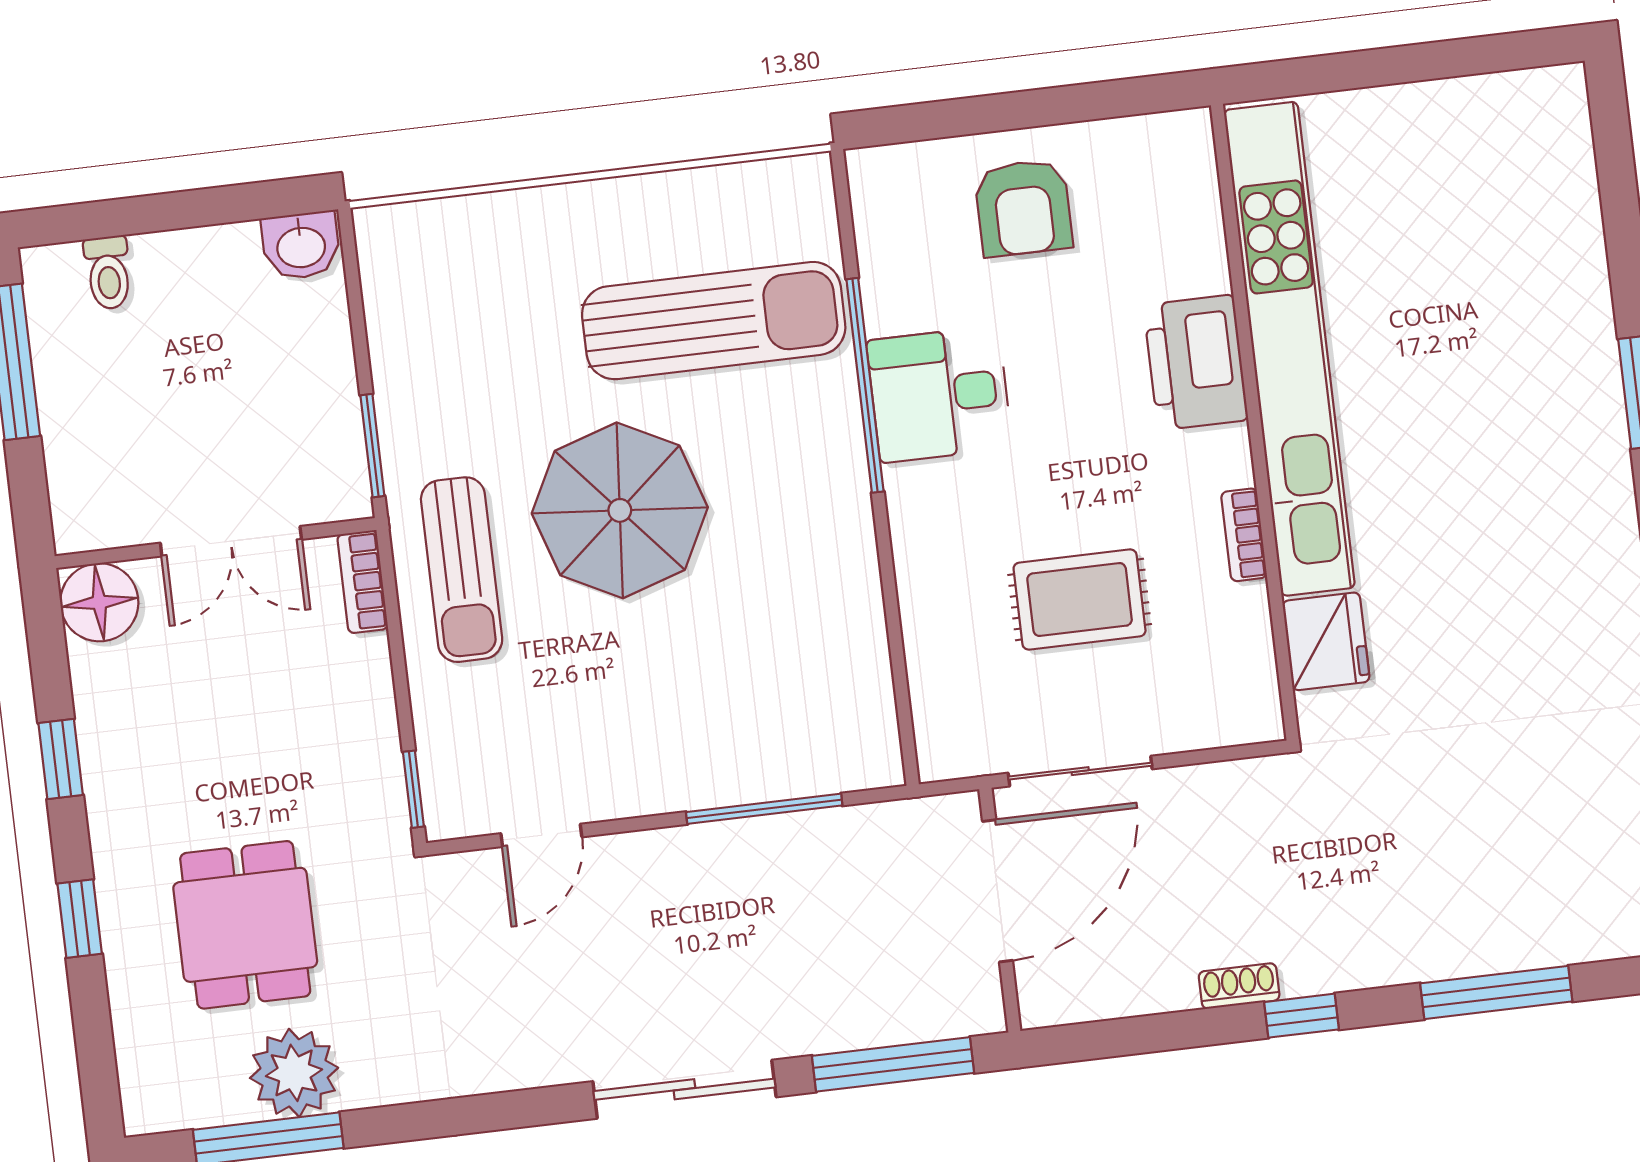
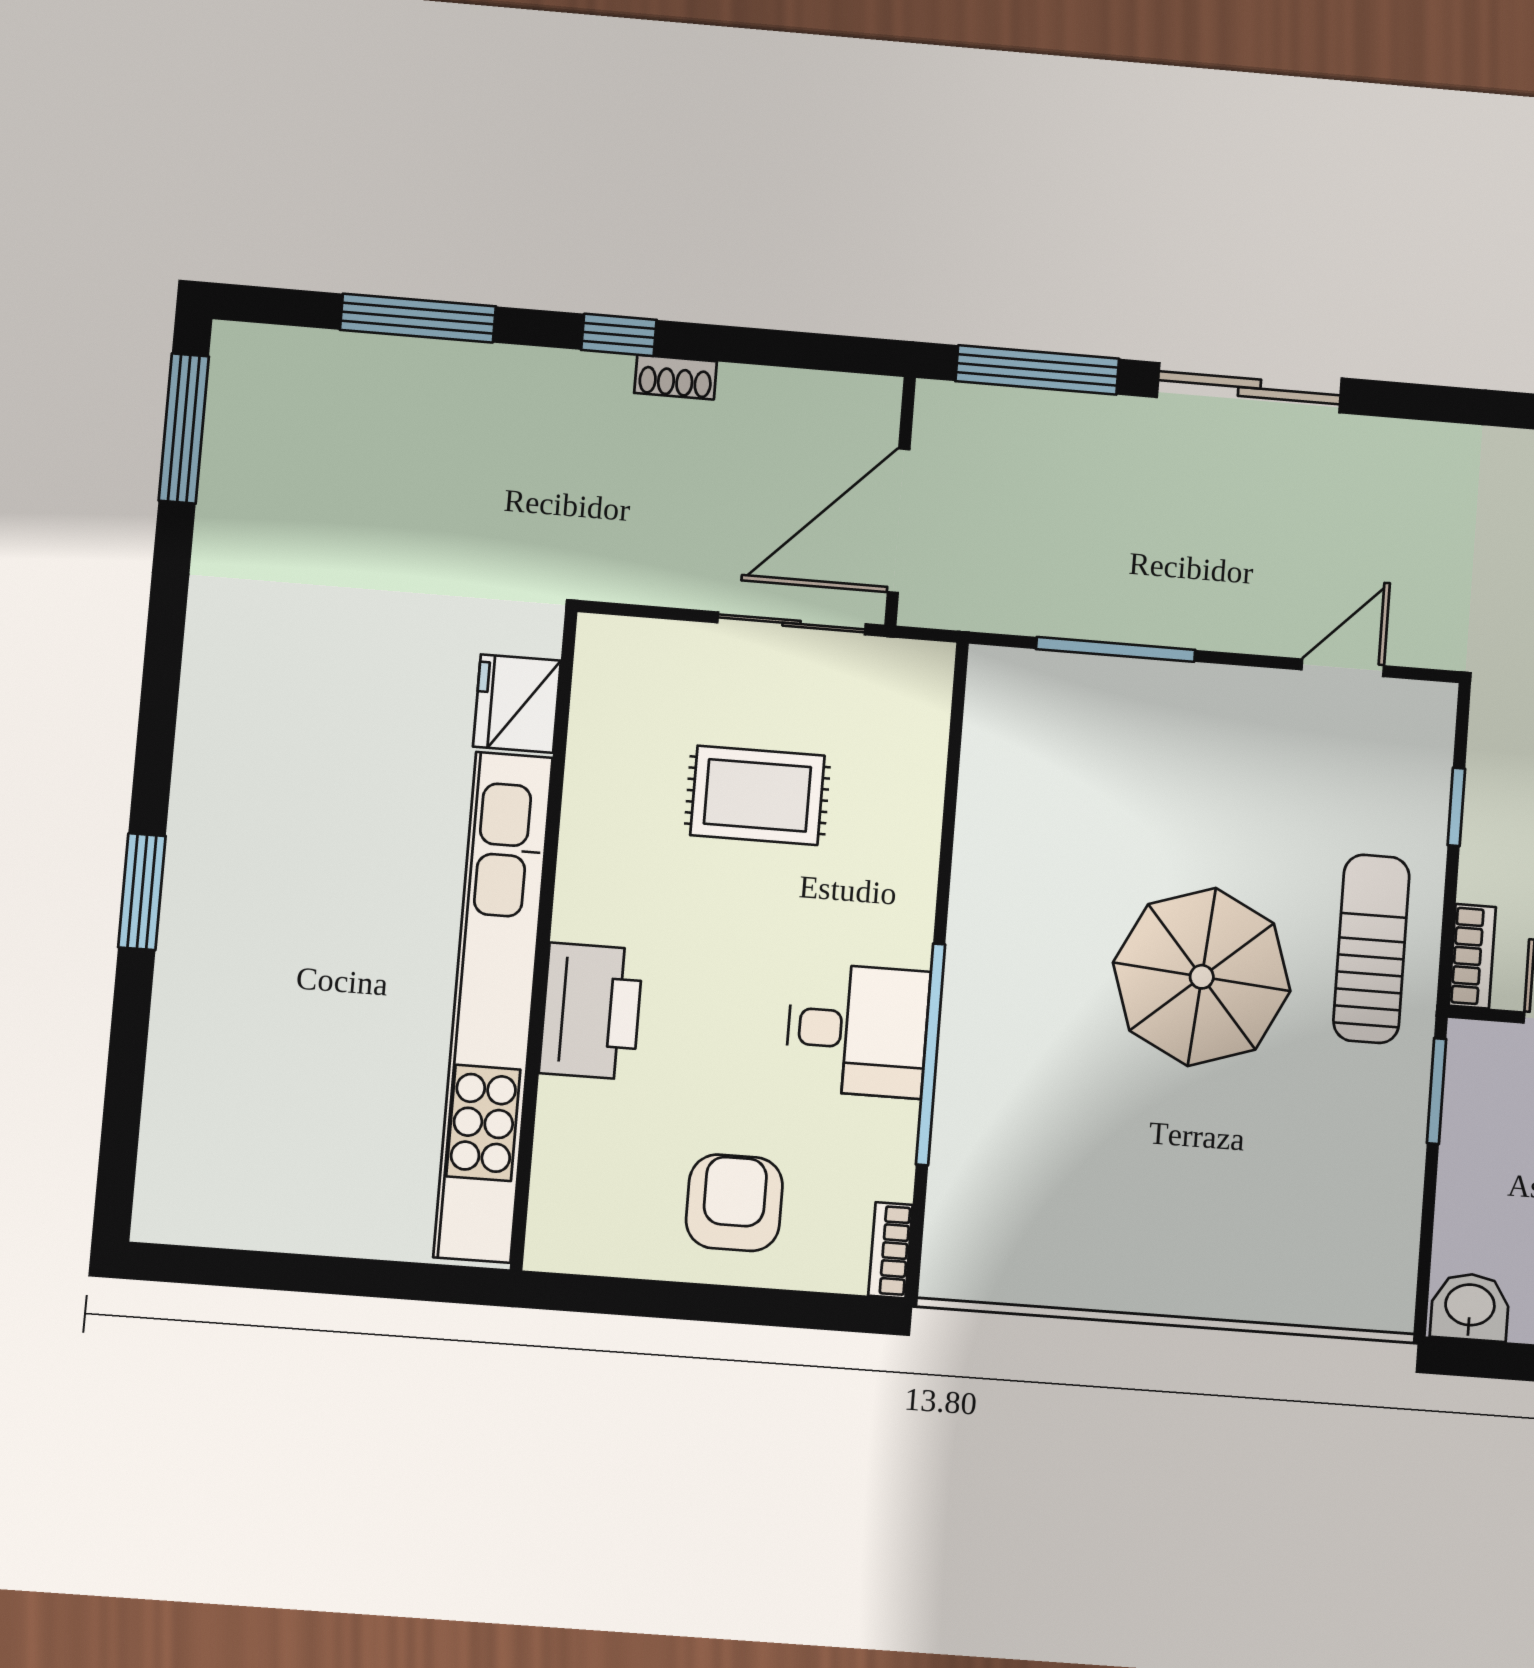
sun lounger: (714, 321) -> (1070, 1150), removed
bookcase: (1244, 535) -> (890, 1250), moved, turned 180
window: (413, 789) -> (1456, 807), moved

